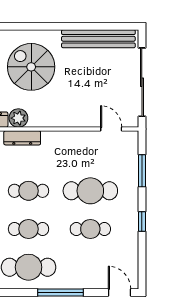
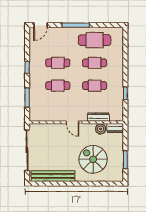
spiral stairs: (31, 67) -> (93, 159), turned 180
door: (111, 129) -> (73, 122), moved
cafe table: (90, 191) -> (58, 86), width x0.73, depth x0.74
door: (119, 292) -> (41, 25), hinge flipped

